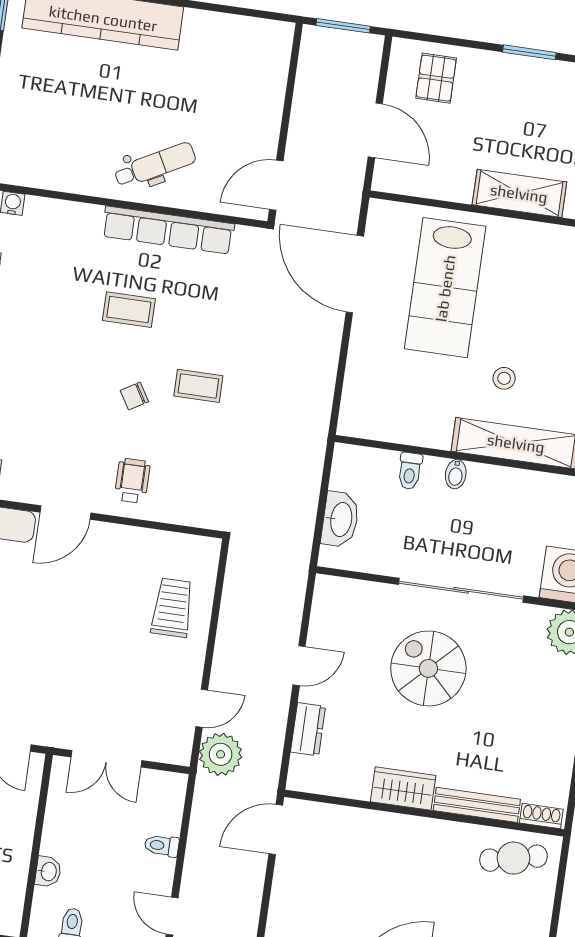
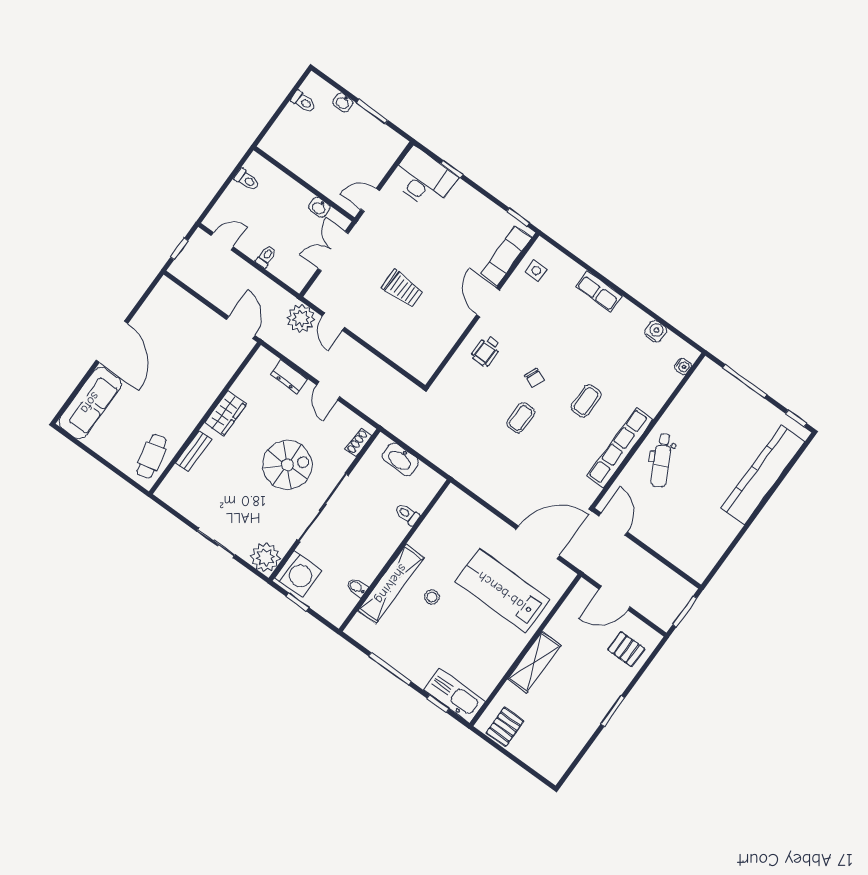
chair: (134, 396) -> (534, 378), turned 144
bidet: (456, 474) -> (357, 587), moved
wheelchair: (132, 481) -> (486, 351), turned 90
trolley: (172, 608) -> (403, 289), moved
bench: (477, 805) -> (194, 451), width x0.73
shoe rack: (541, 816) -> (358, 443), moved, turned 180
washbasin: (48, 872) -> (319, 207), moved

